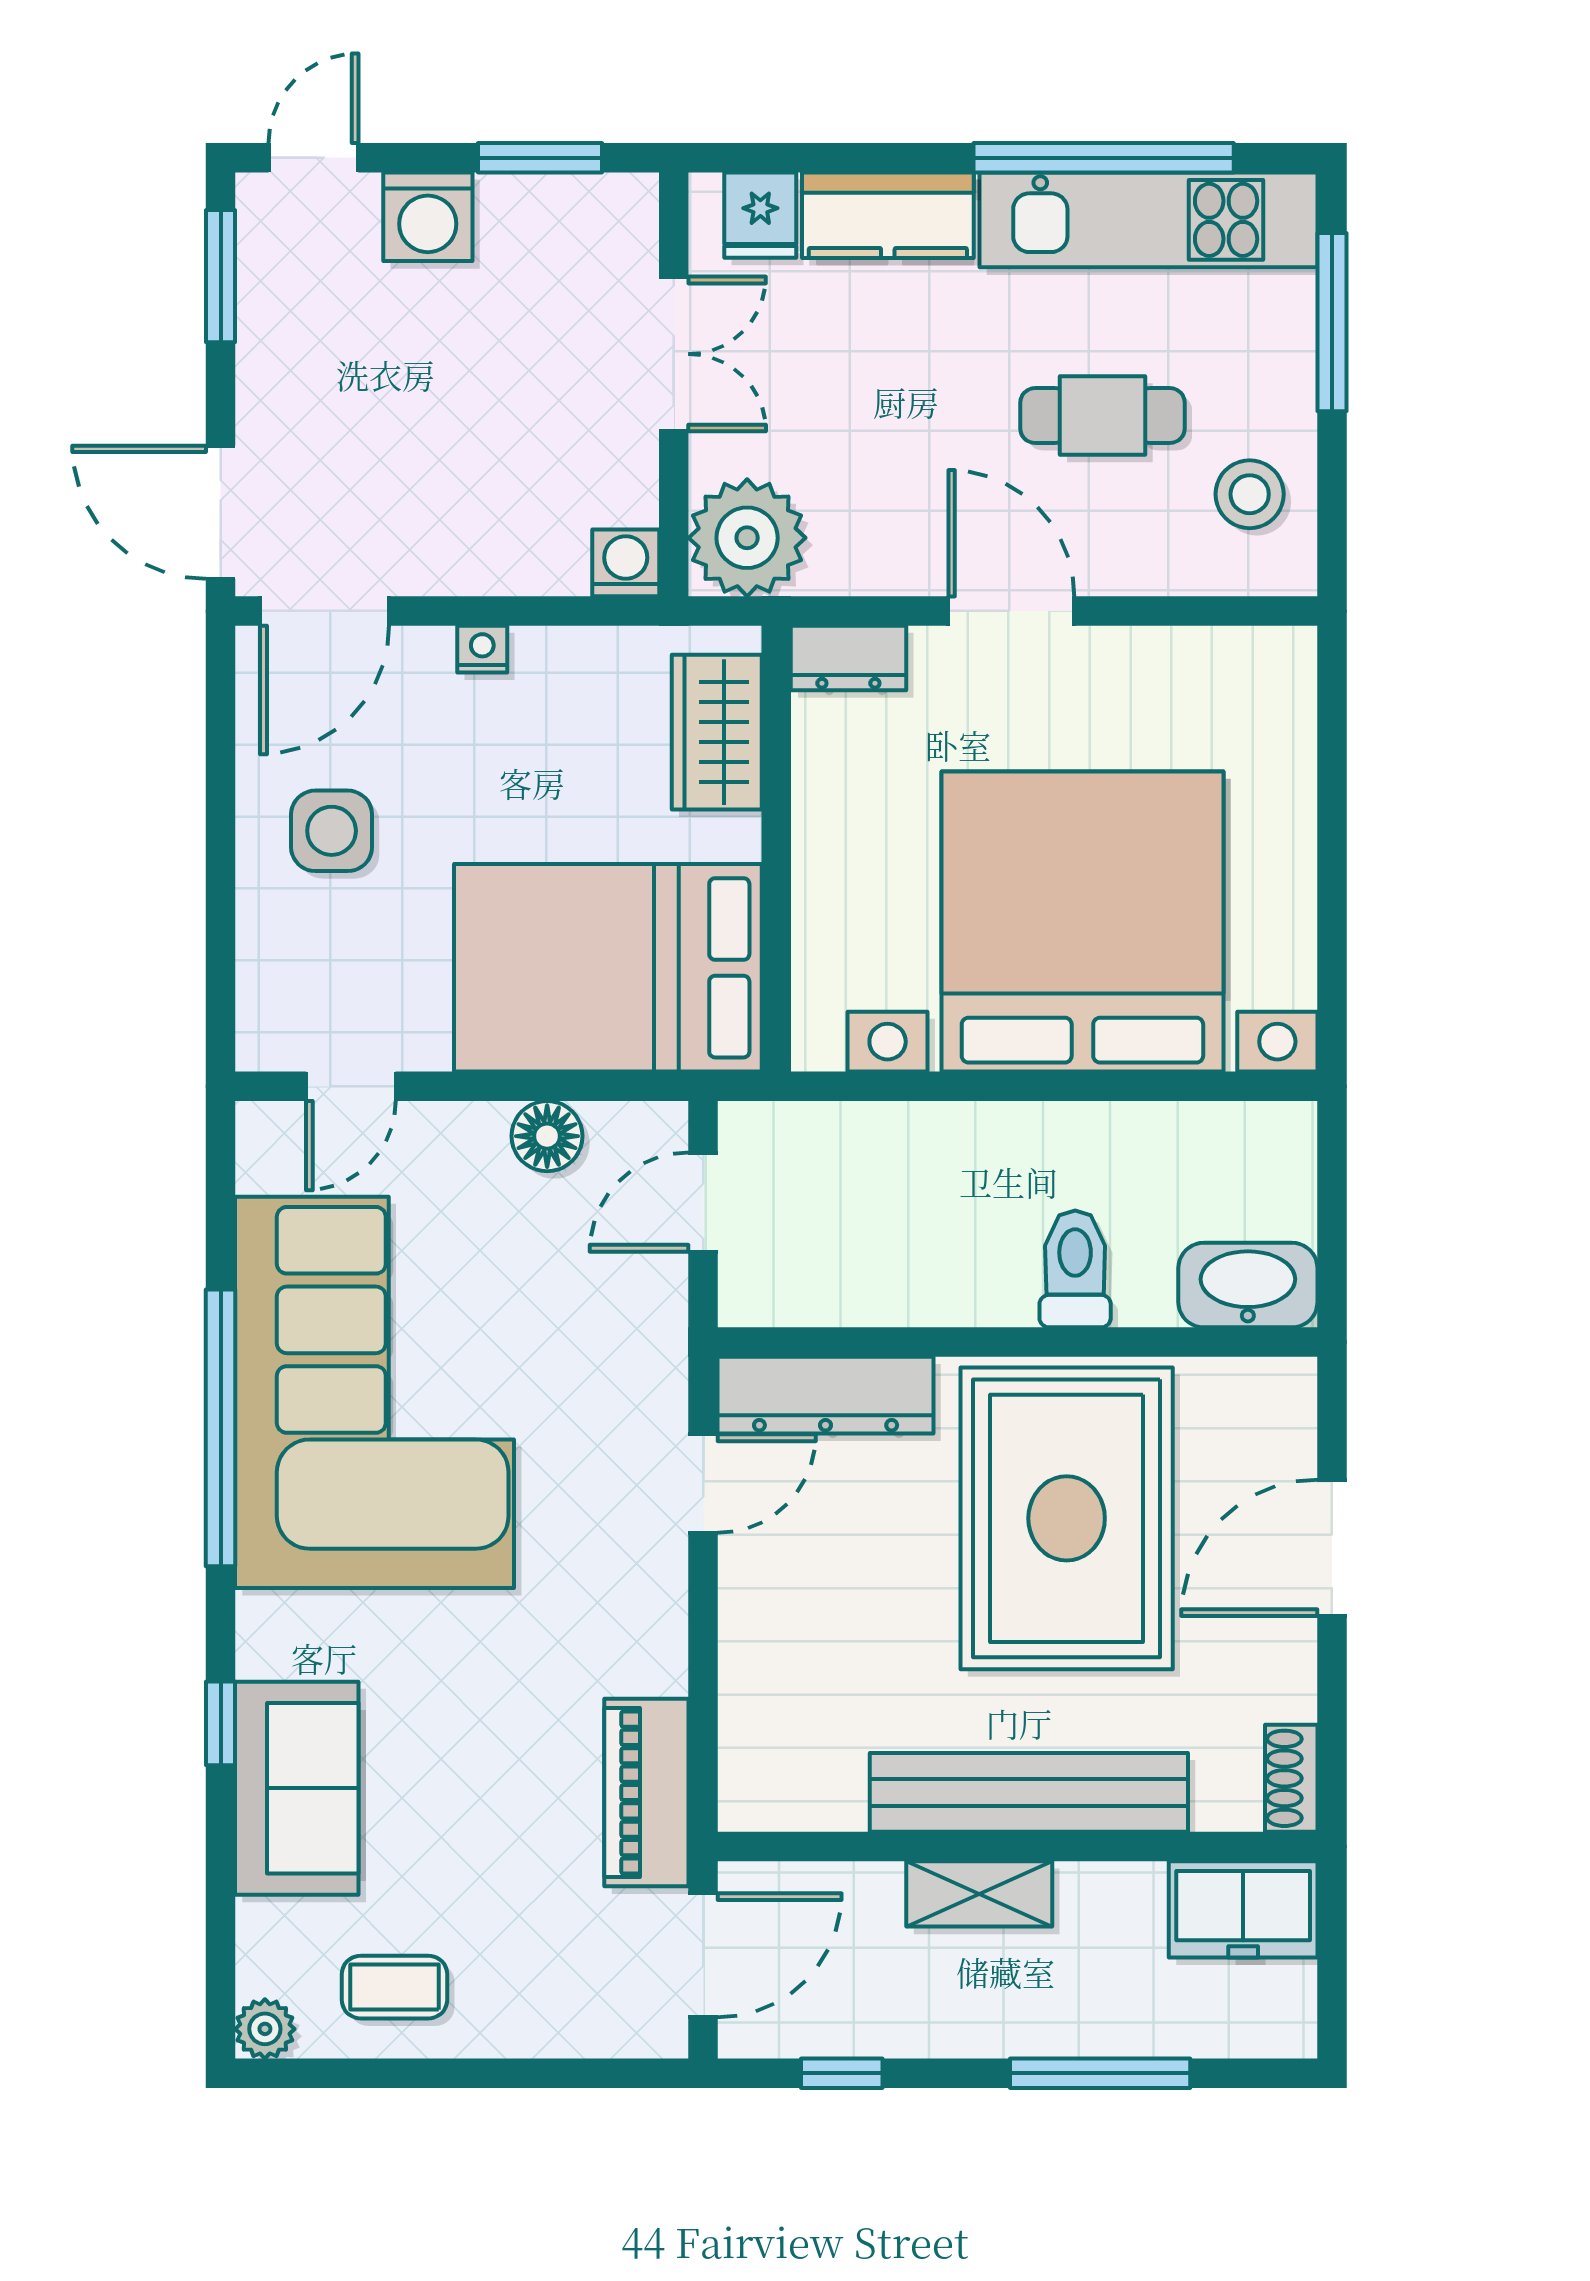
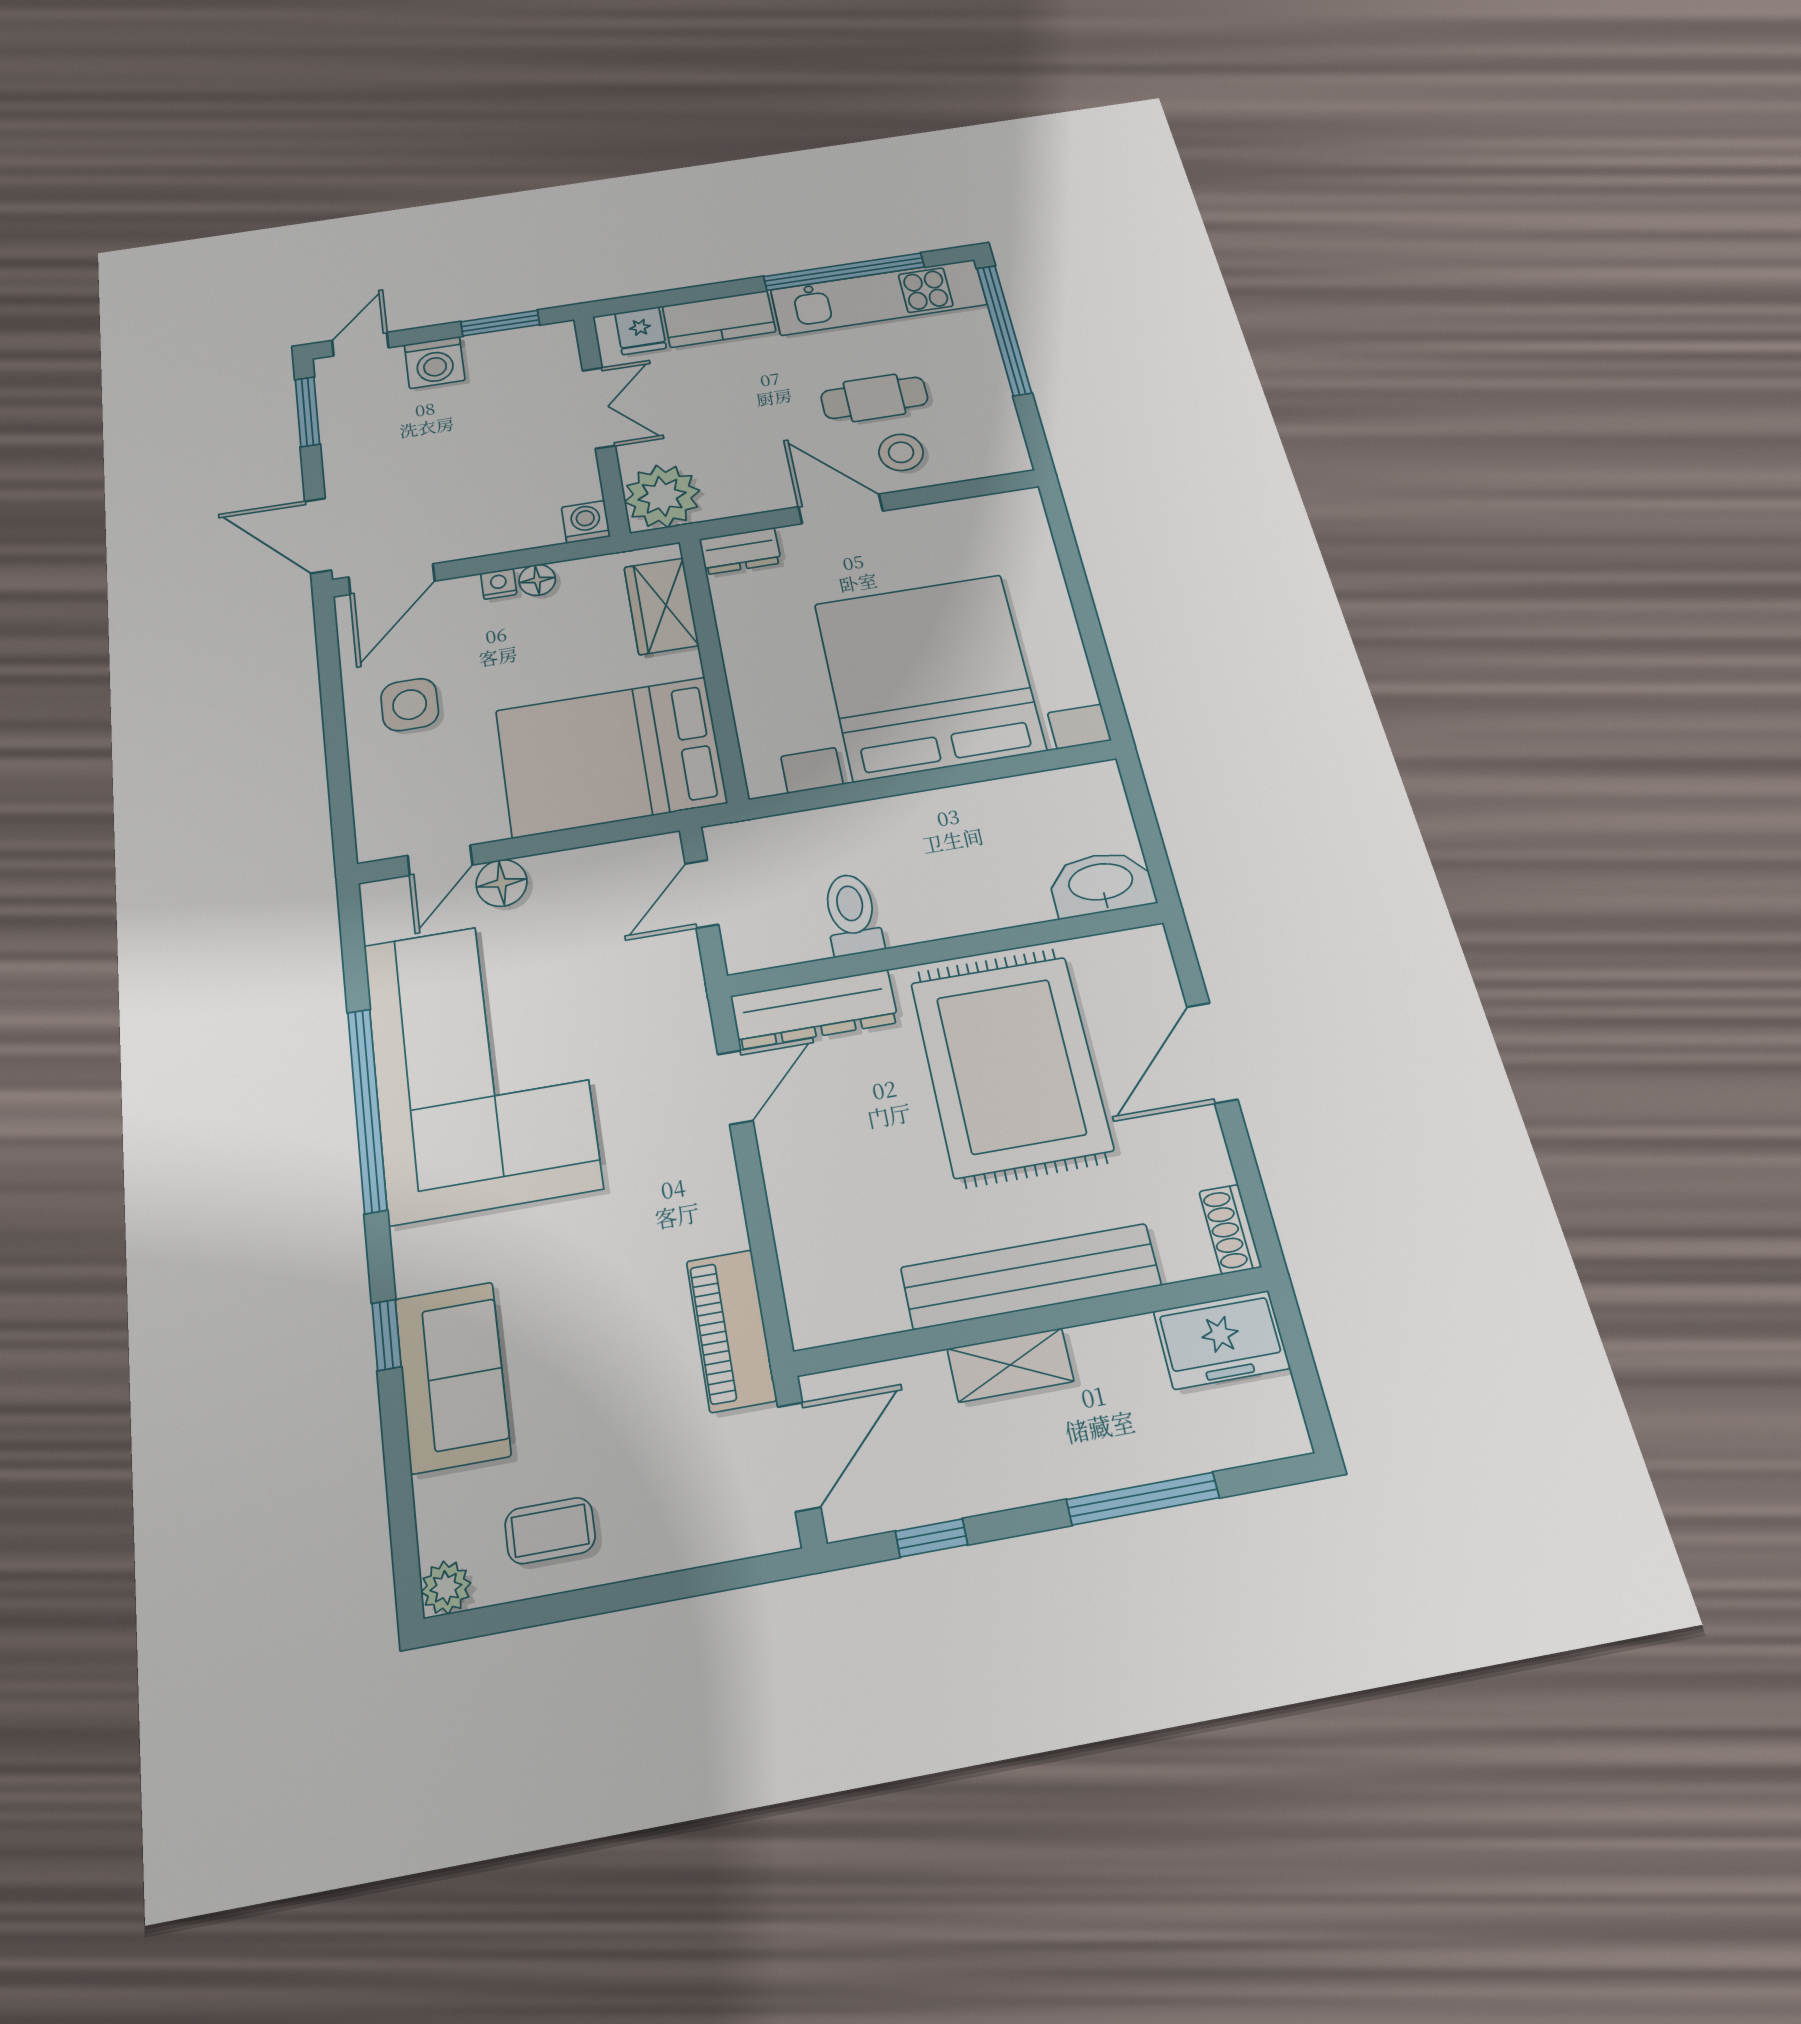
window: (1332, 322) -> (1004, 330), width x1.46
stool: (1250, 494) -> (901, 452), moved
floor lamp: (540, 653) -> (537, 580), added
floor lamp: (547, 1136) -> (502, 883), moved
toilet: (1075, 1269) -> (852, 914), moved

